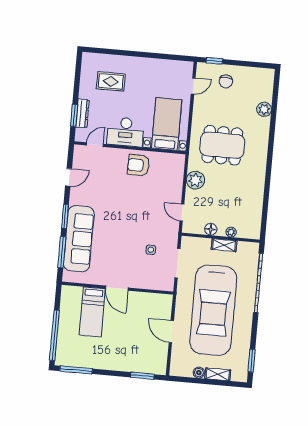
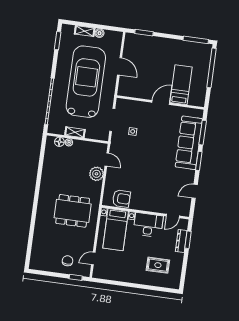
plant: (264, 109) -> (38, 238), removed
armchair: (138, 165) -> (121, 199), moved
plant: (195, 180) -> (96, 174), moved
floor lamp: (211, 229) -> (59, 142), moved
door: (117, 288) -> (161, 103), hinge flipped

